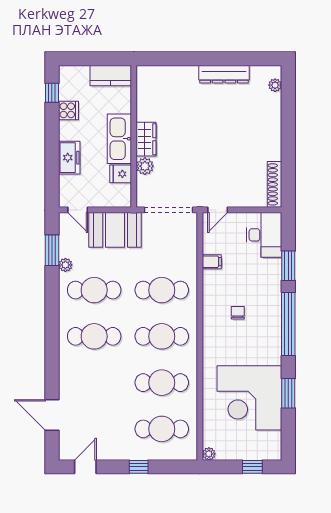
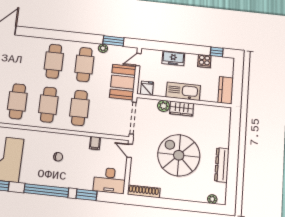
spiral stairs: (216, 138) -> (179, 155), added
fridge: (121, 174) -> (147, 88), moved

